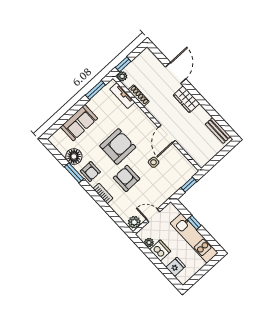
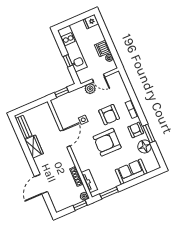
wardrobe: (186, 99) -> (34, 147), moved
plant: (134, 222) -> (90, 89), moved
fridge: (176, 267) -> (91, 22), moved

